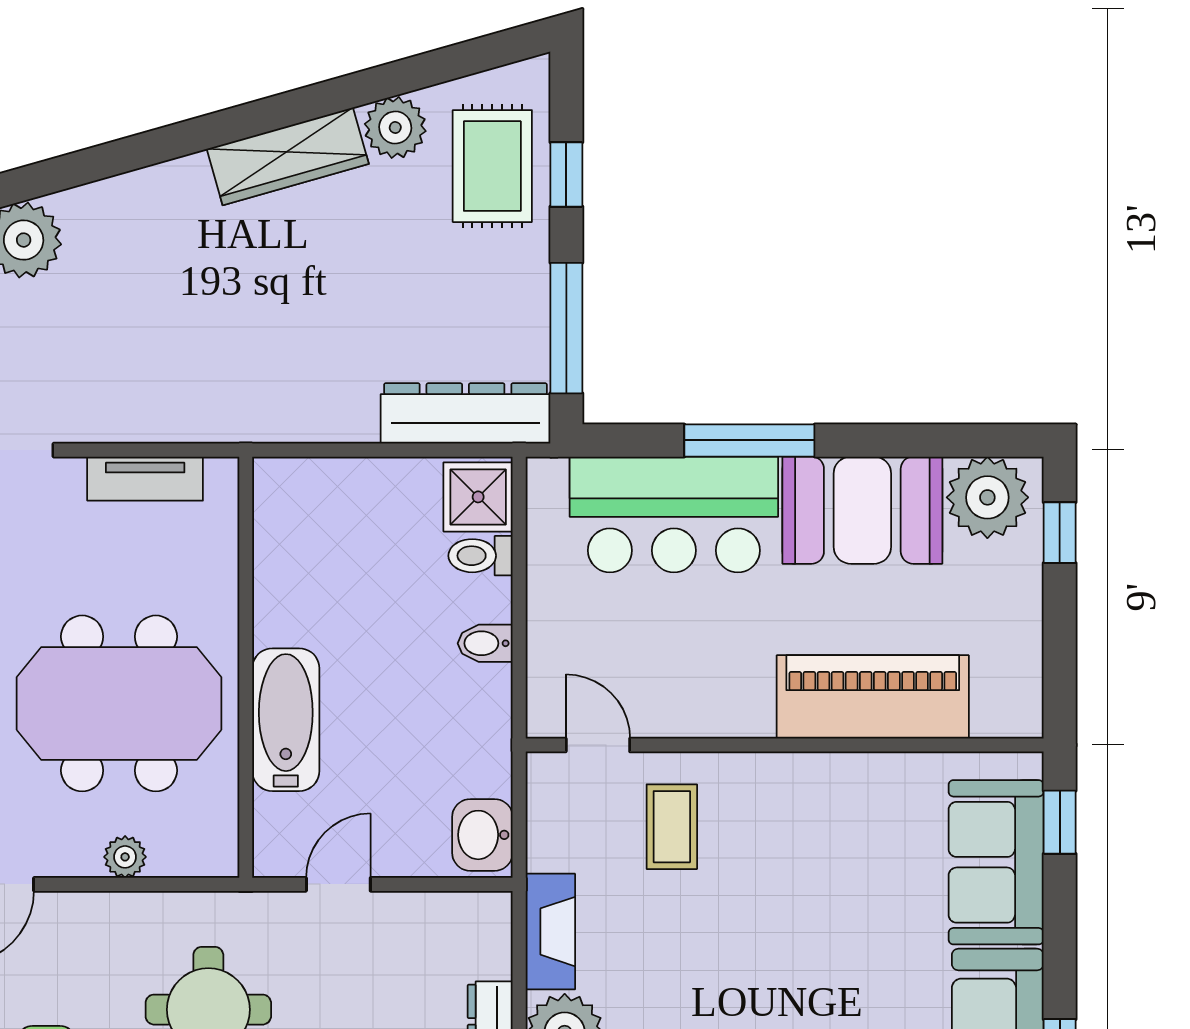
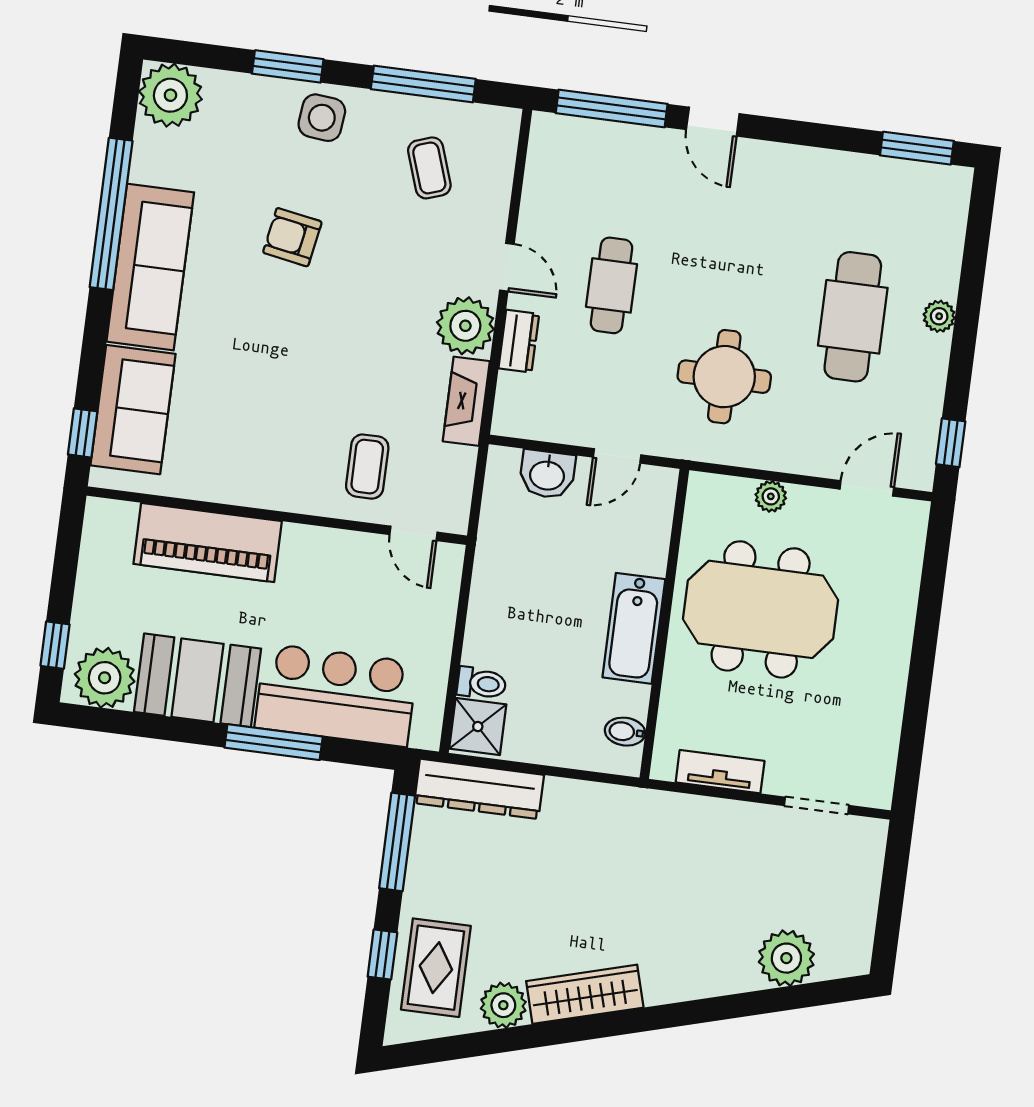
bidet: (485, 643) -> (625, 732), moved, turned 180
bathtub: (286, 720) -> (634, 628), moved
washbasin: (482, 835) -> (547, 474), moved, turned 90

